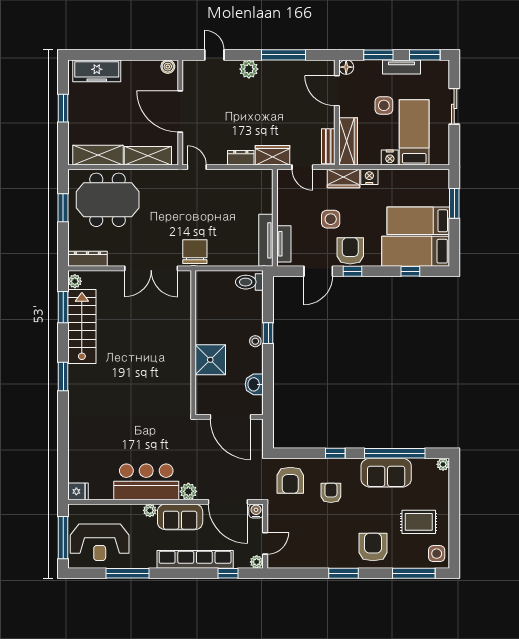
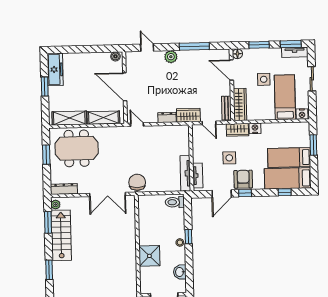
tv unit: (402, 67) -> (295, 52), moved
freezer: (97, 71) -> (55, 69), moved, turned -90
nightstand: (390, 158) -> (302, 114), moved

